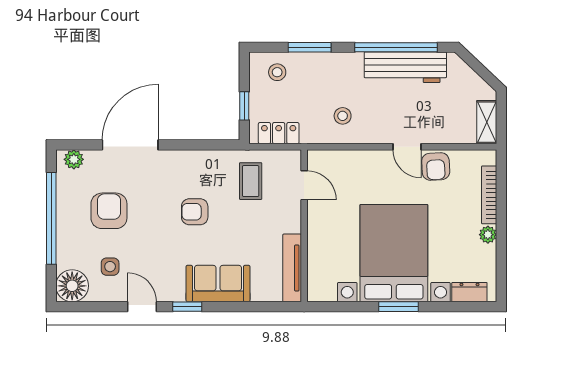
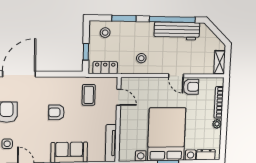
armchair: (436, 166) -> (191, 87), turned -87

